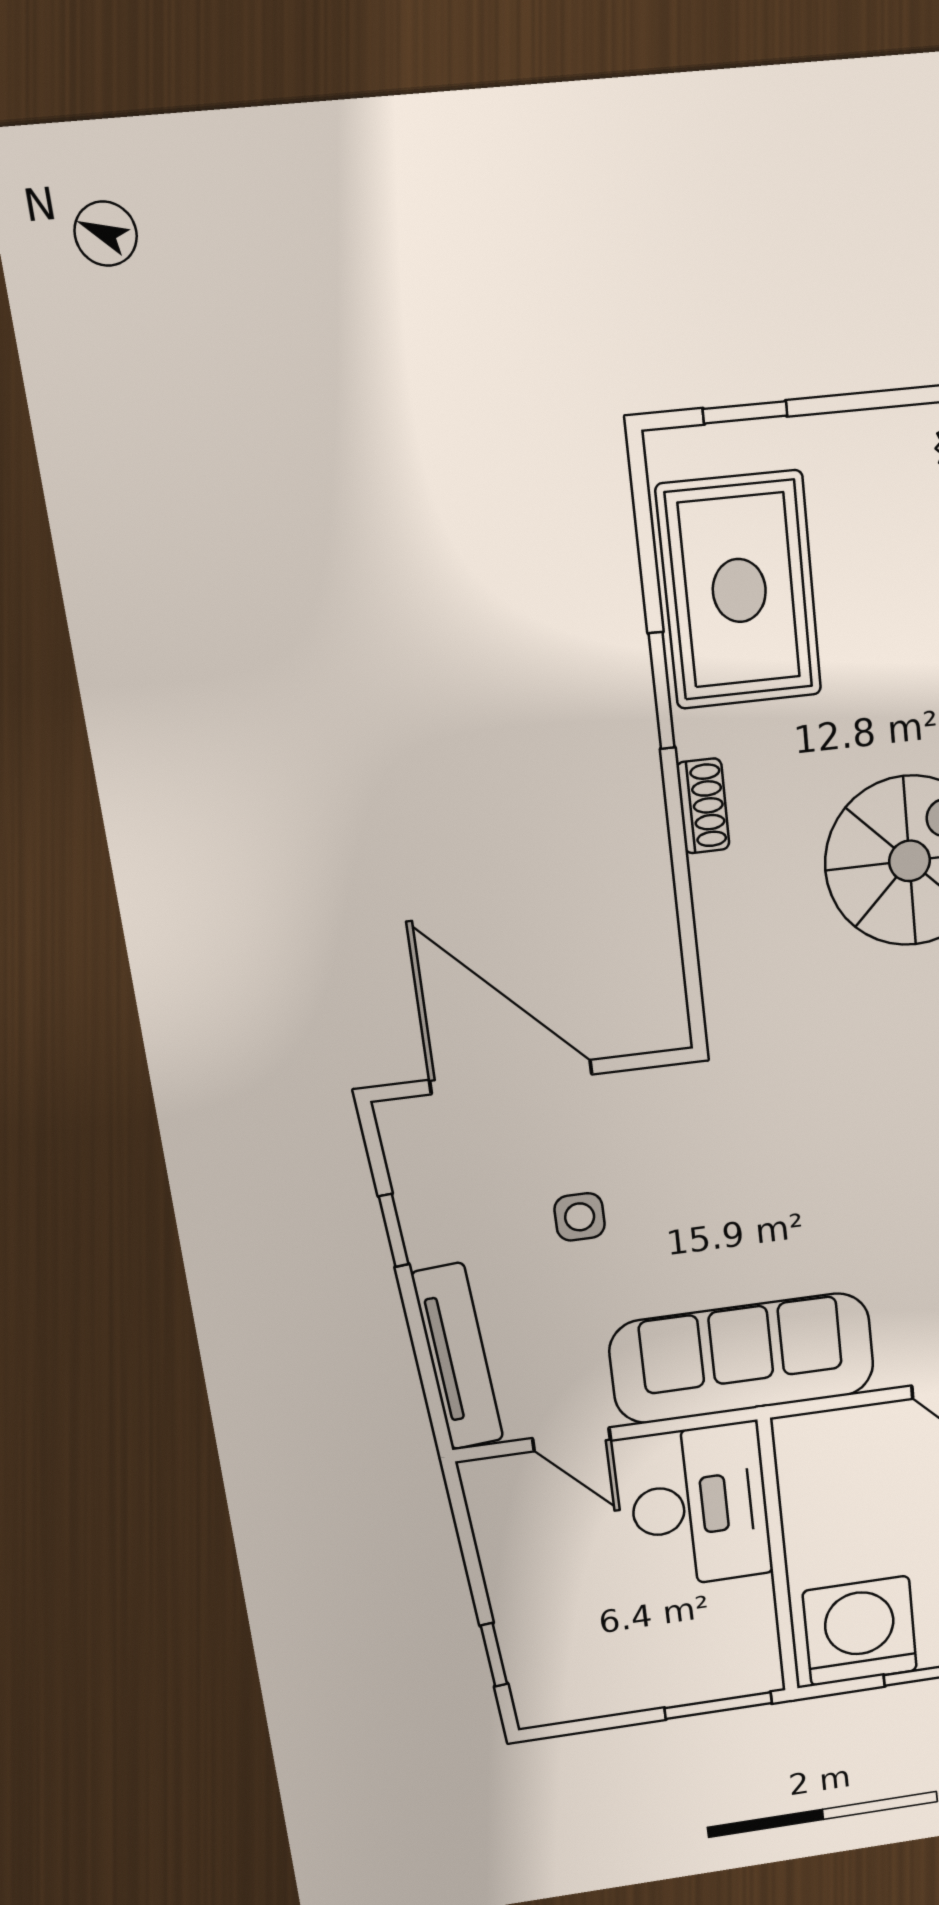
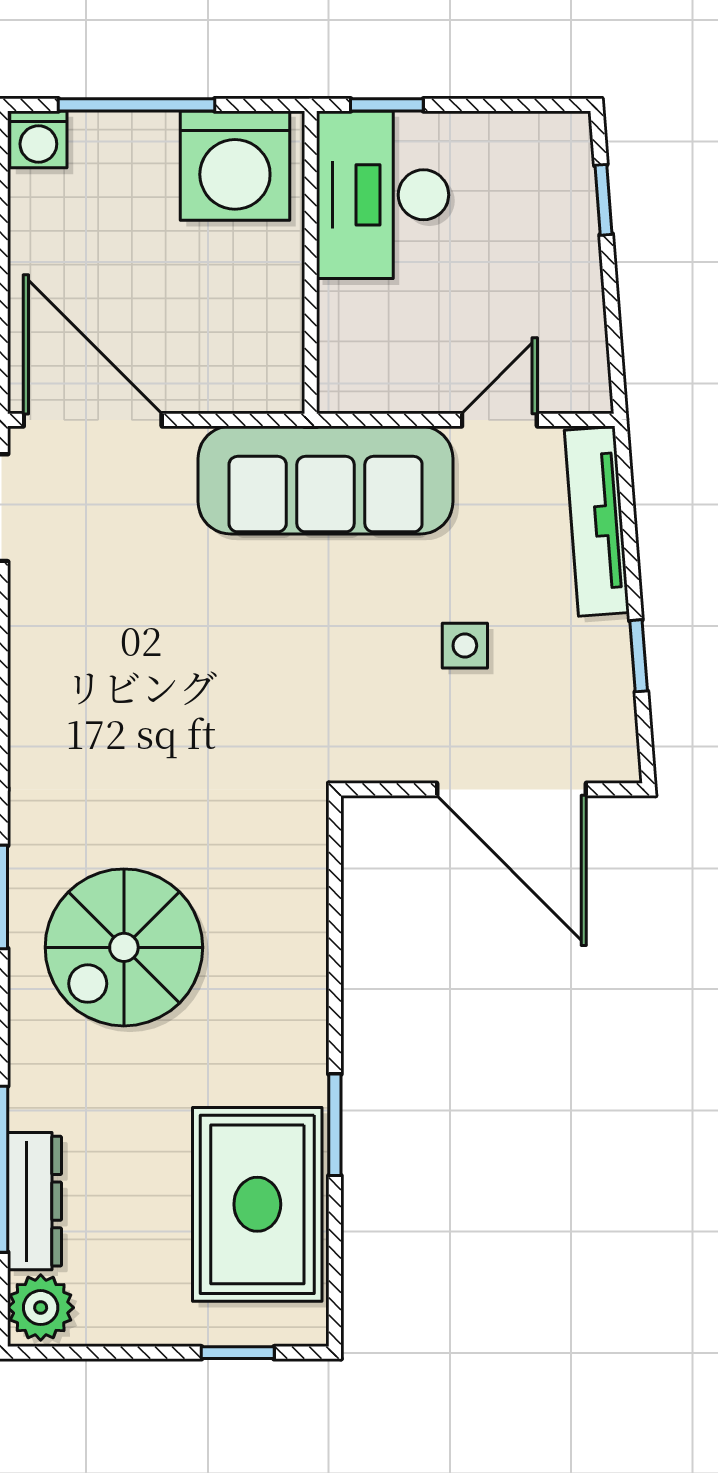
shoe rack: (703, 806) -> (309, 1019), removed
door: (572, 1439) -> (499, 420), hinge flipped
desk: (700, 1506) -> (383, 195), moved
window: (718, 1706) -> (387, 105), width x0.67

